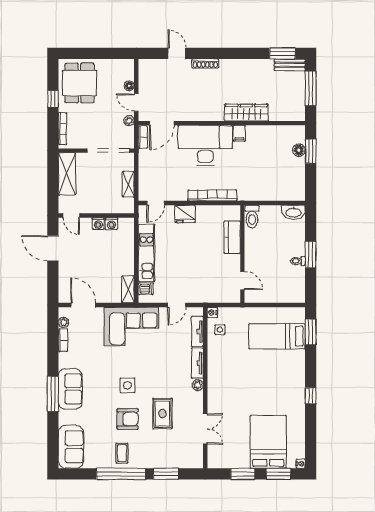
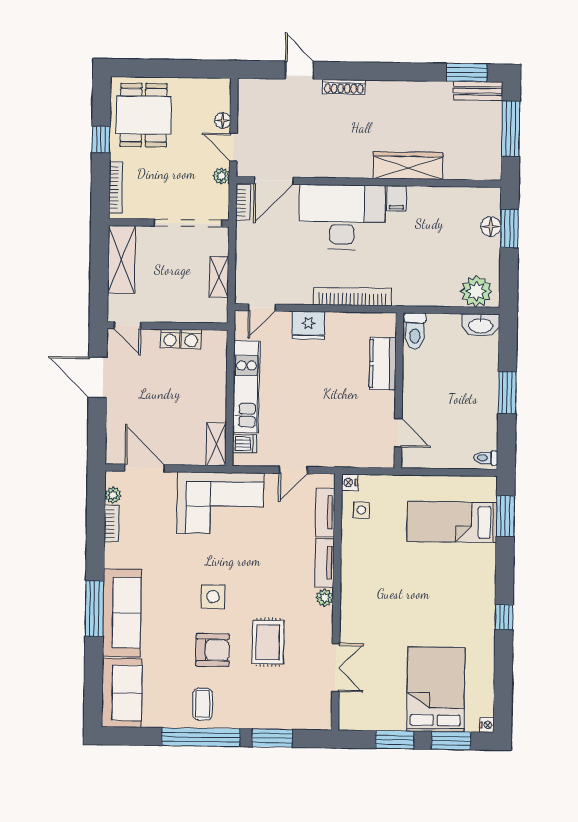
plant: (290, 191) -> (476, 291), added
toilet: (298, 261) -> (486, 458), moved
sofa: (70, 389) -> (122, 613), width x1.36

